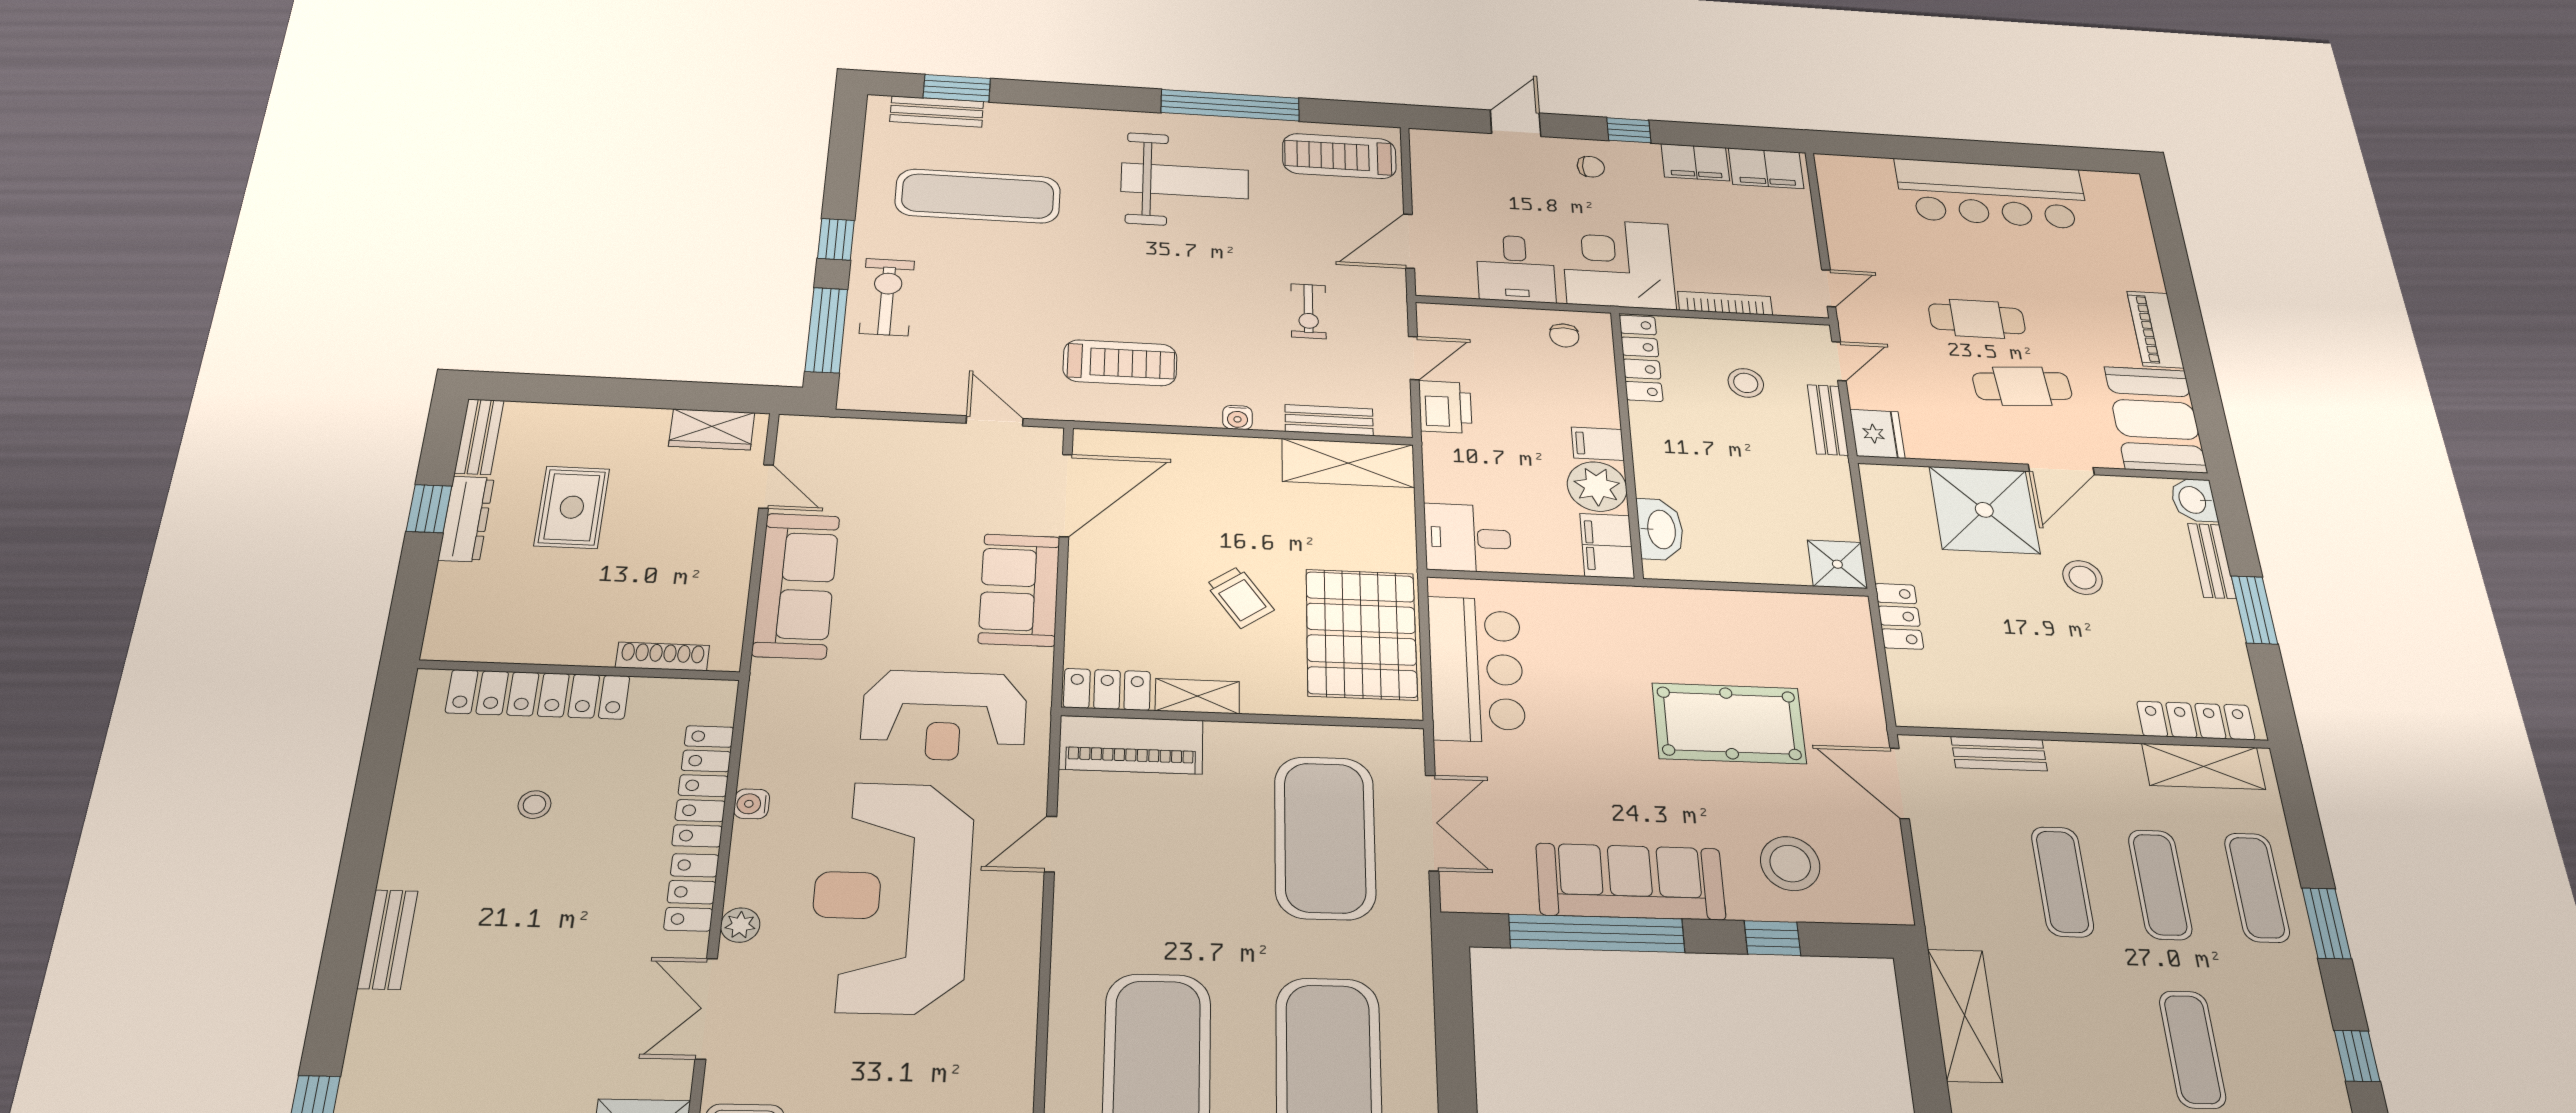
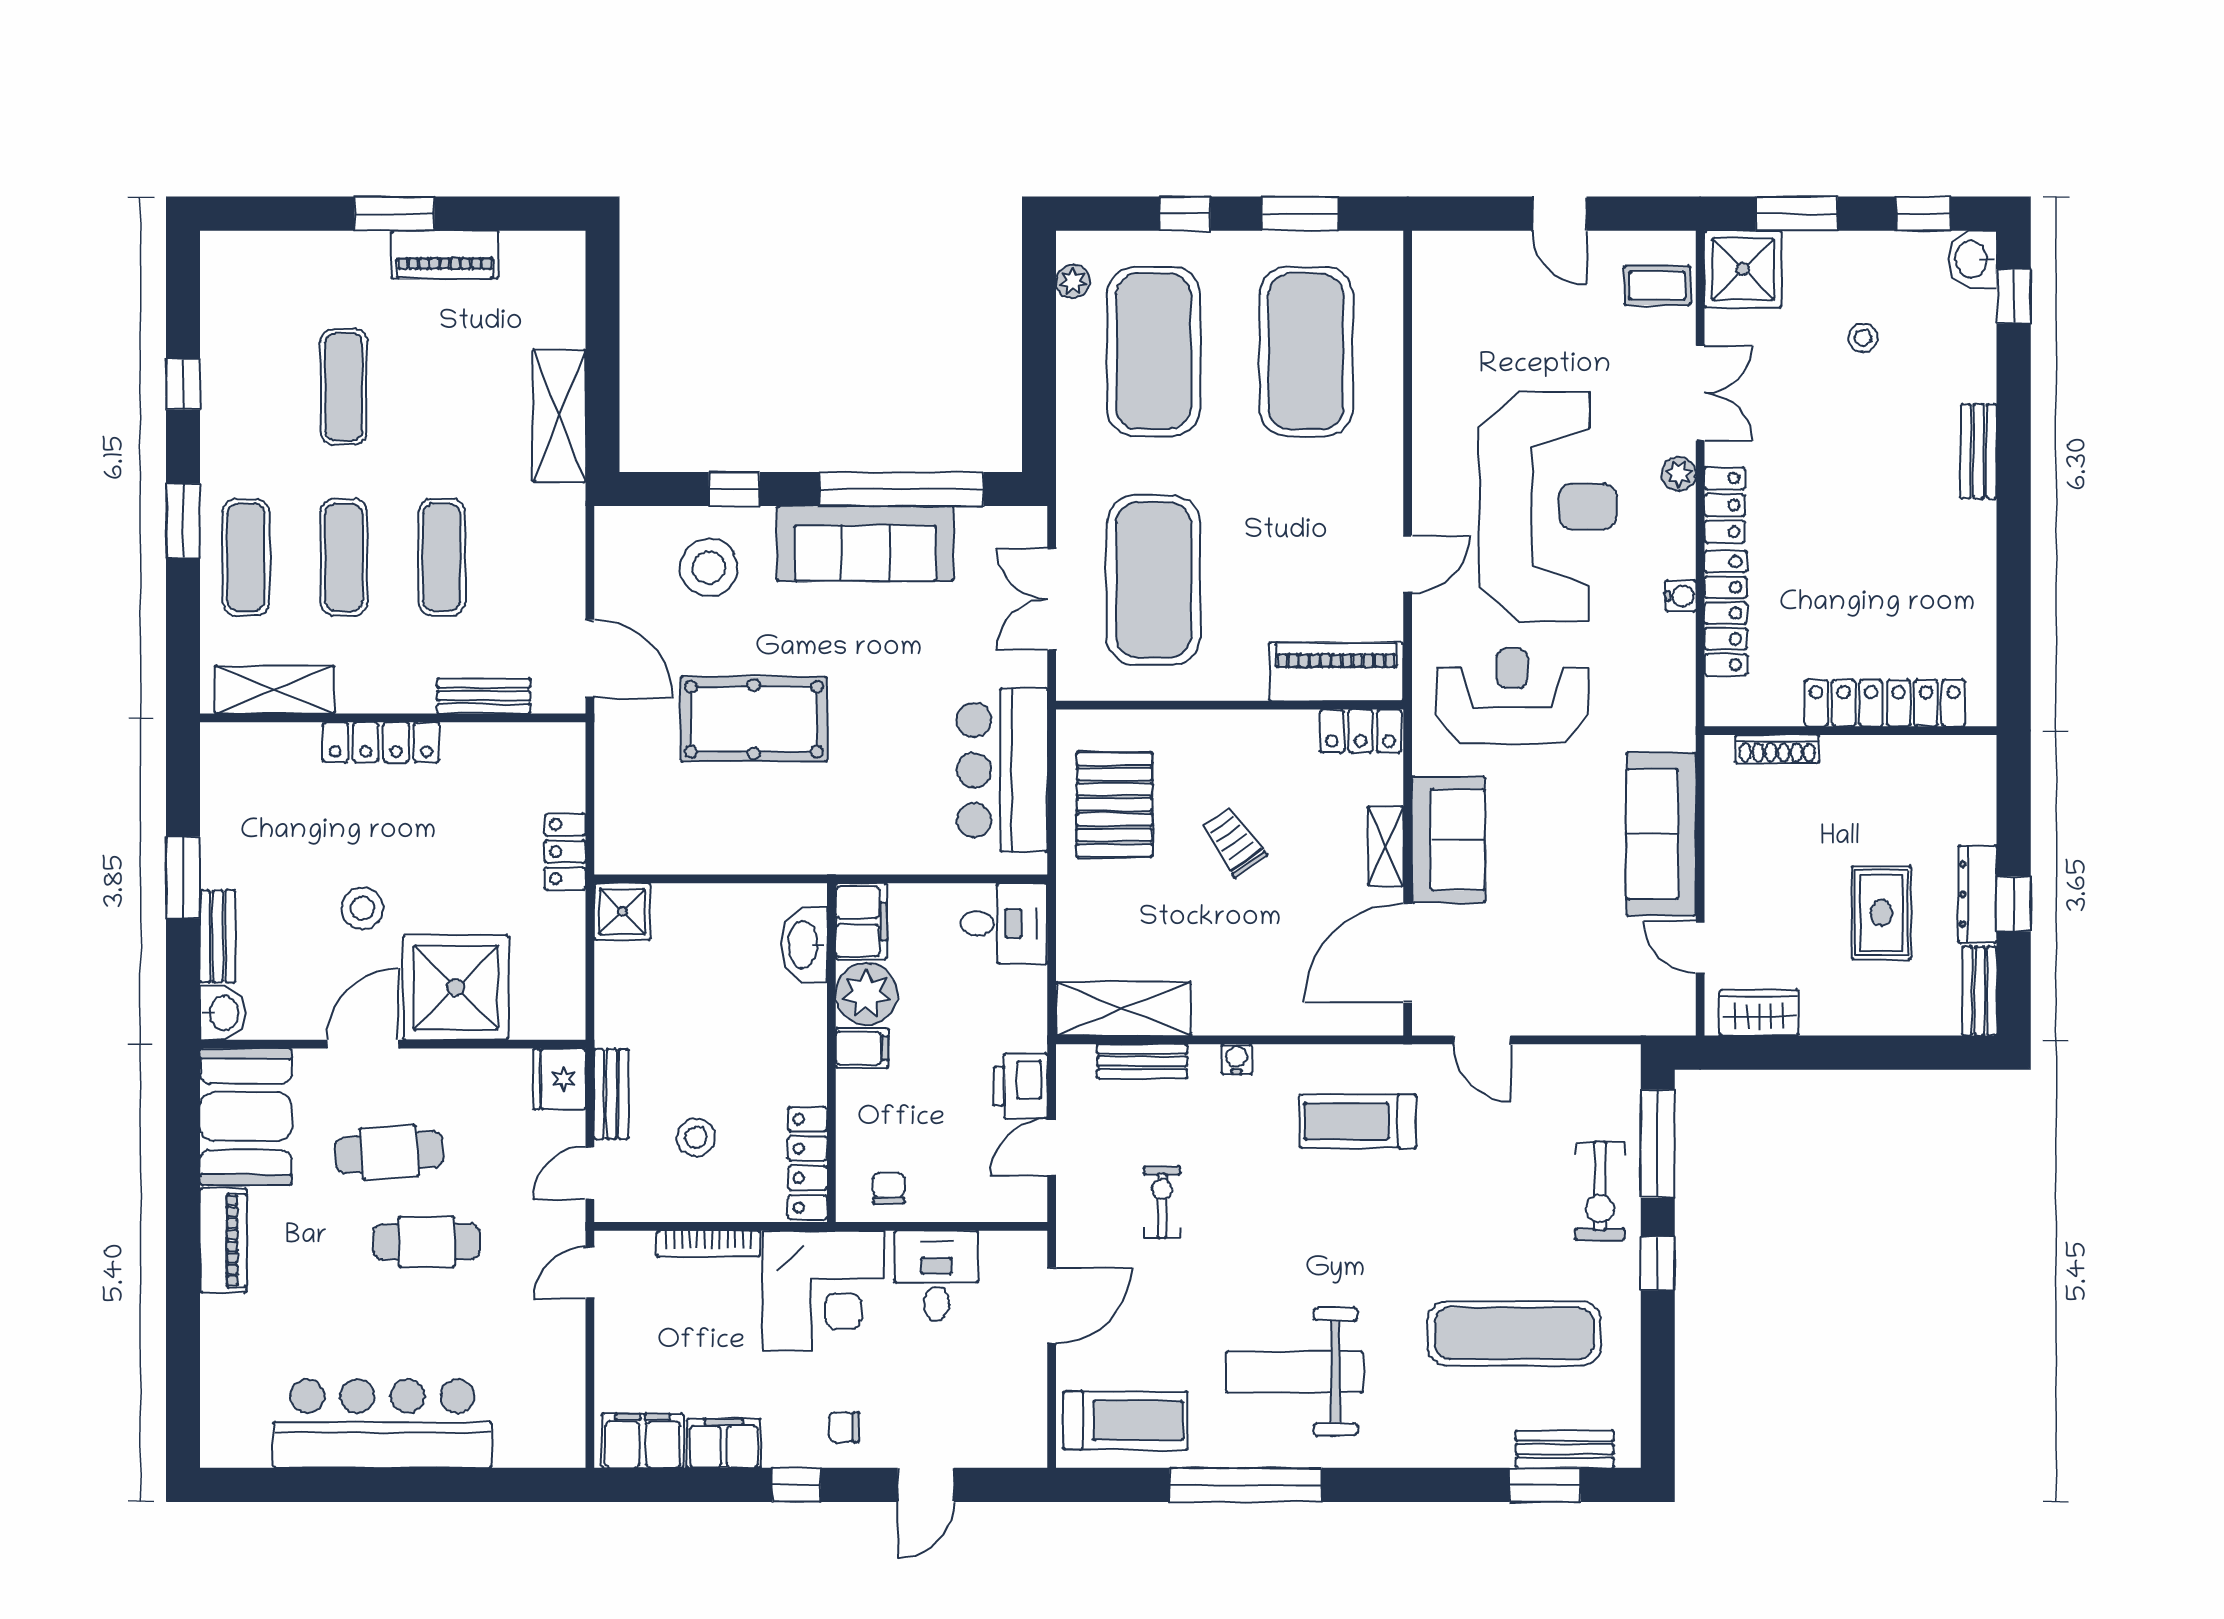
pallet: (1361, 634) -> (1114, 805), width x0.73, depth x0.71
shelving: (1197, 696) -> (1385, 846), moved, turned 90
locker: (2196, 721) -> (381, 742), moved
stool: (534, 805) -> (1863, 338), moved

